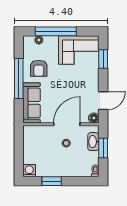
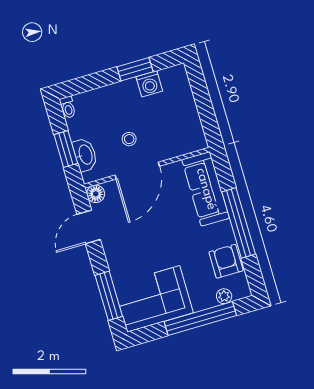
window: (103, 59) -> (109, 296), width x1.44
armchair: (39, 68) -> (226, 261), moved
washing machine: (29, 171) -> (149, 84), moved

